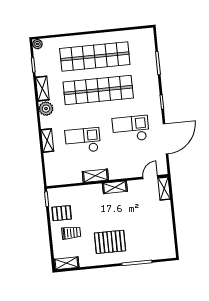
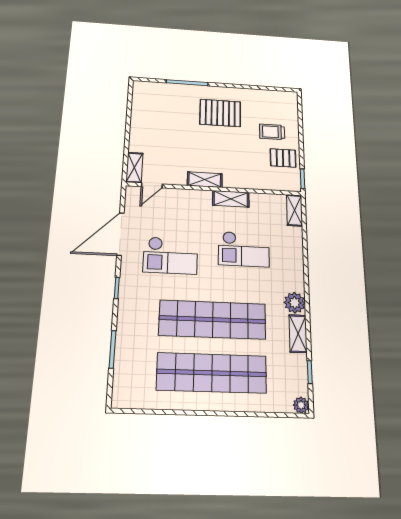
shelving: (47, 140) -> (295, 210), moved
shelving: (66, 263) -> (282, 97), removed

